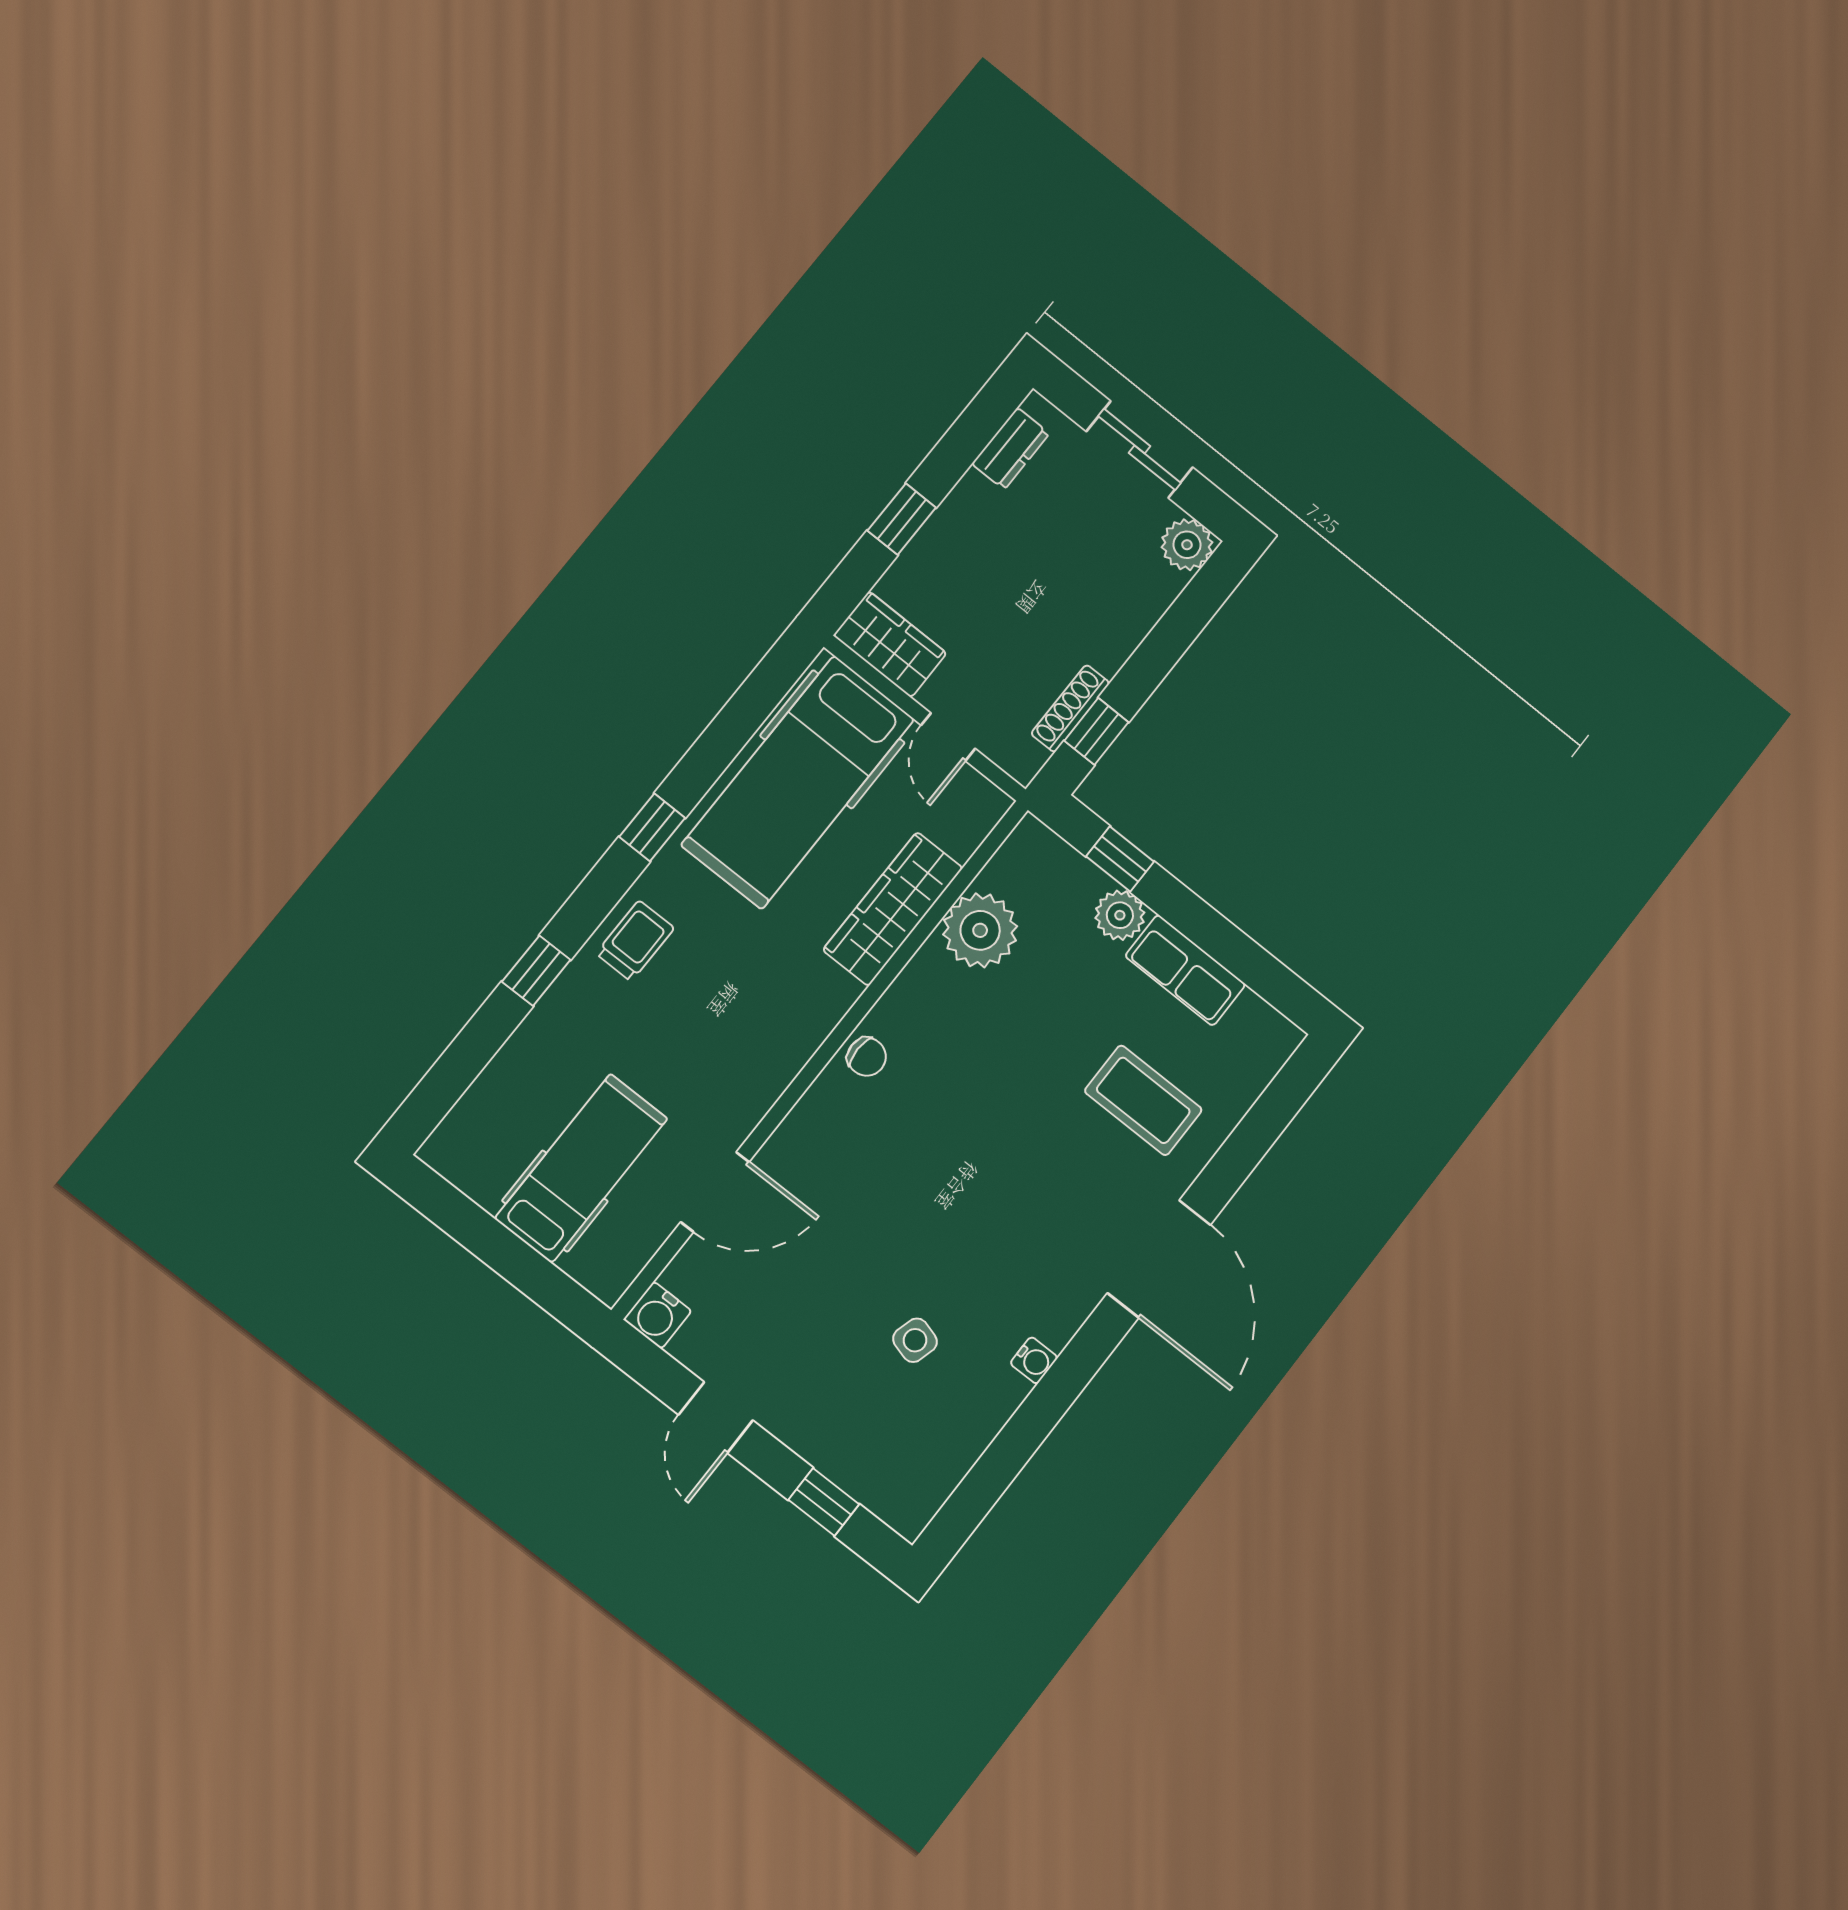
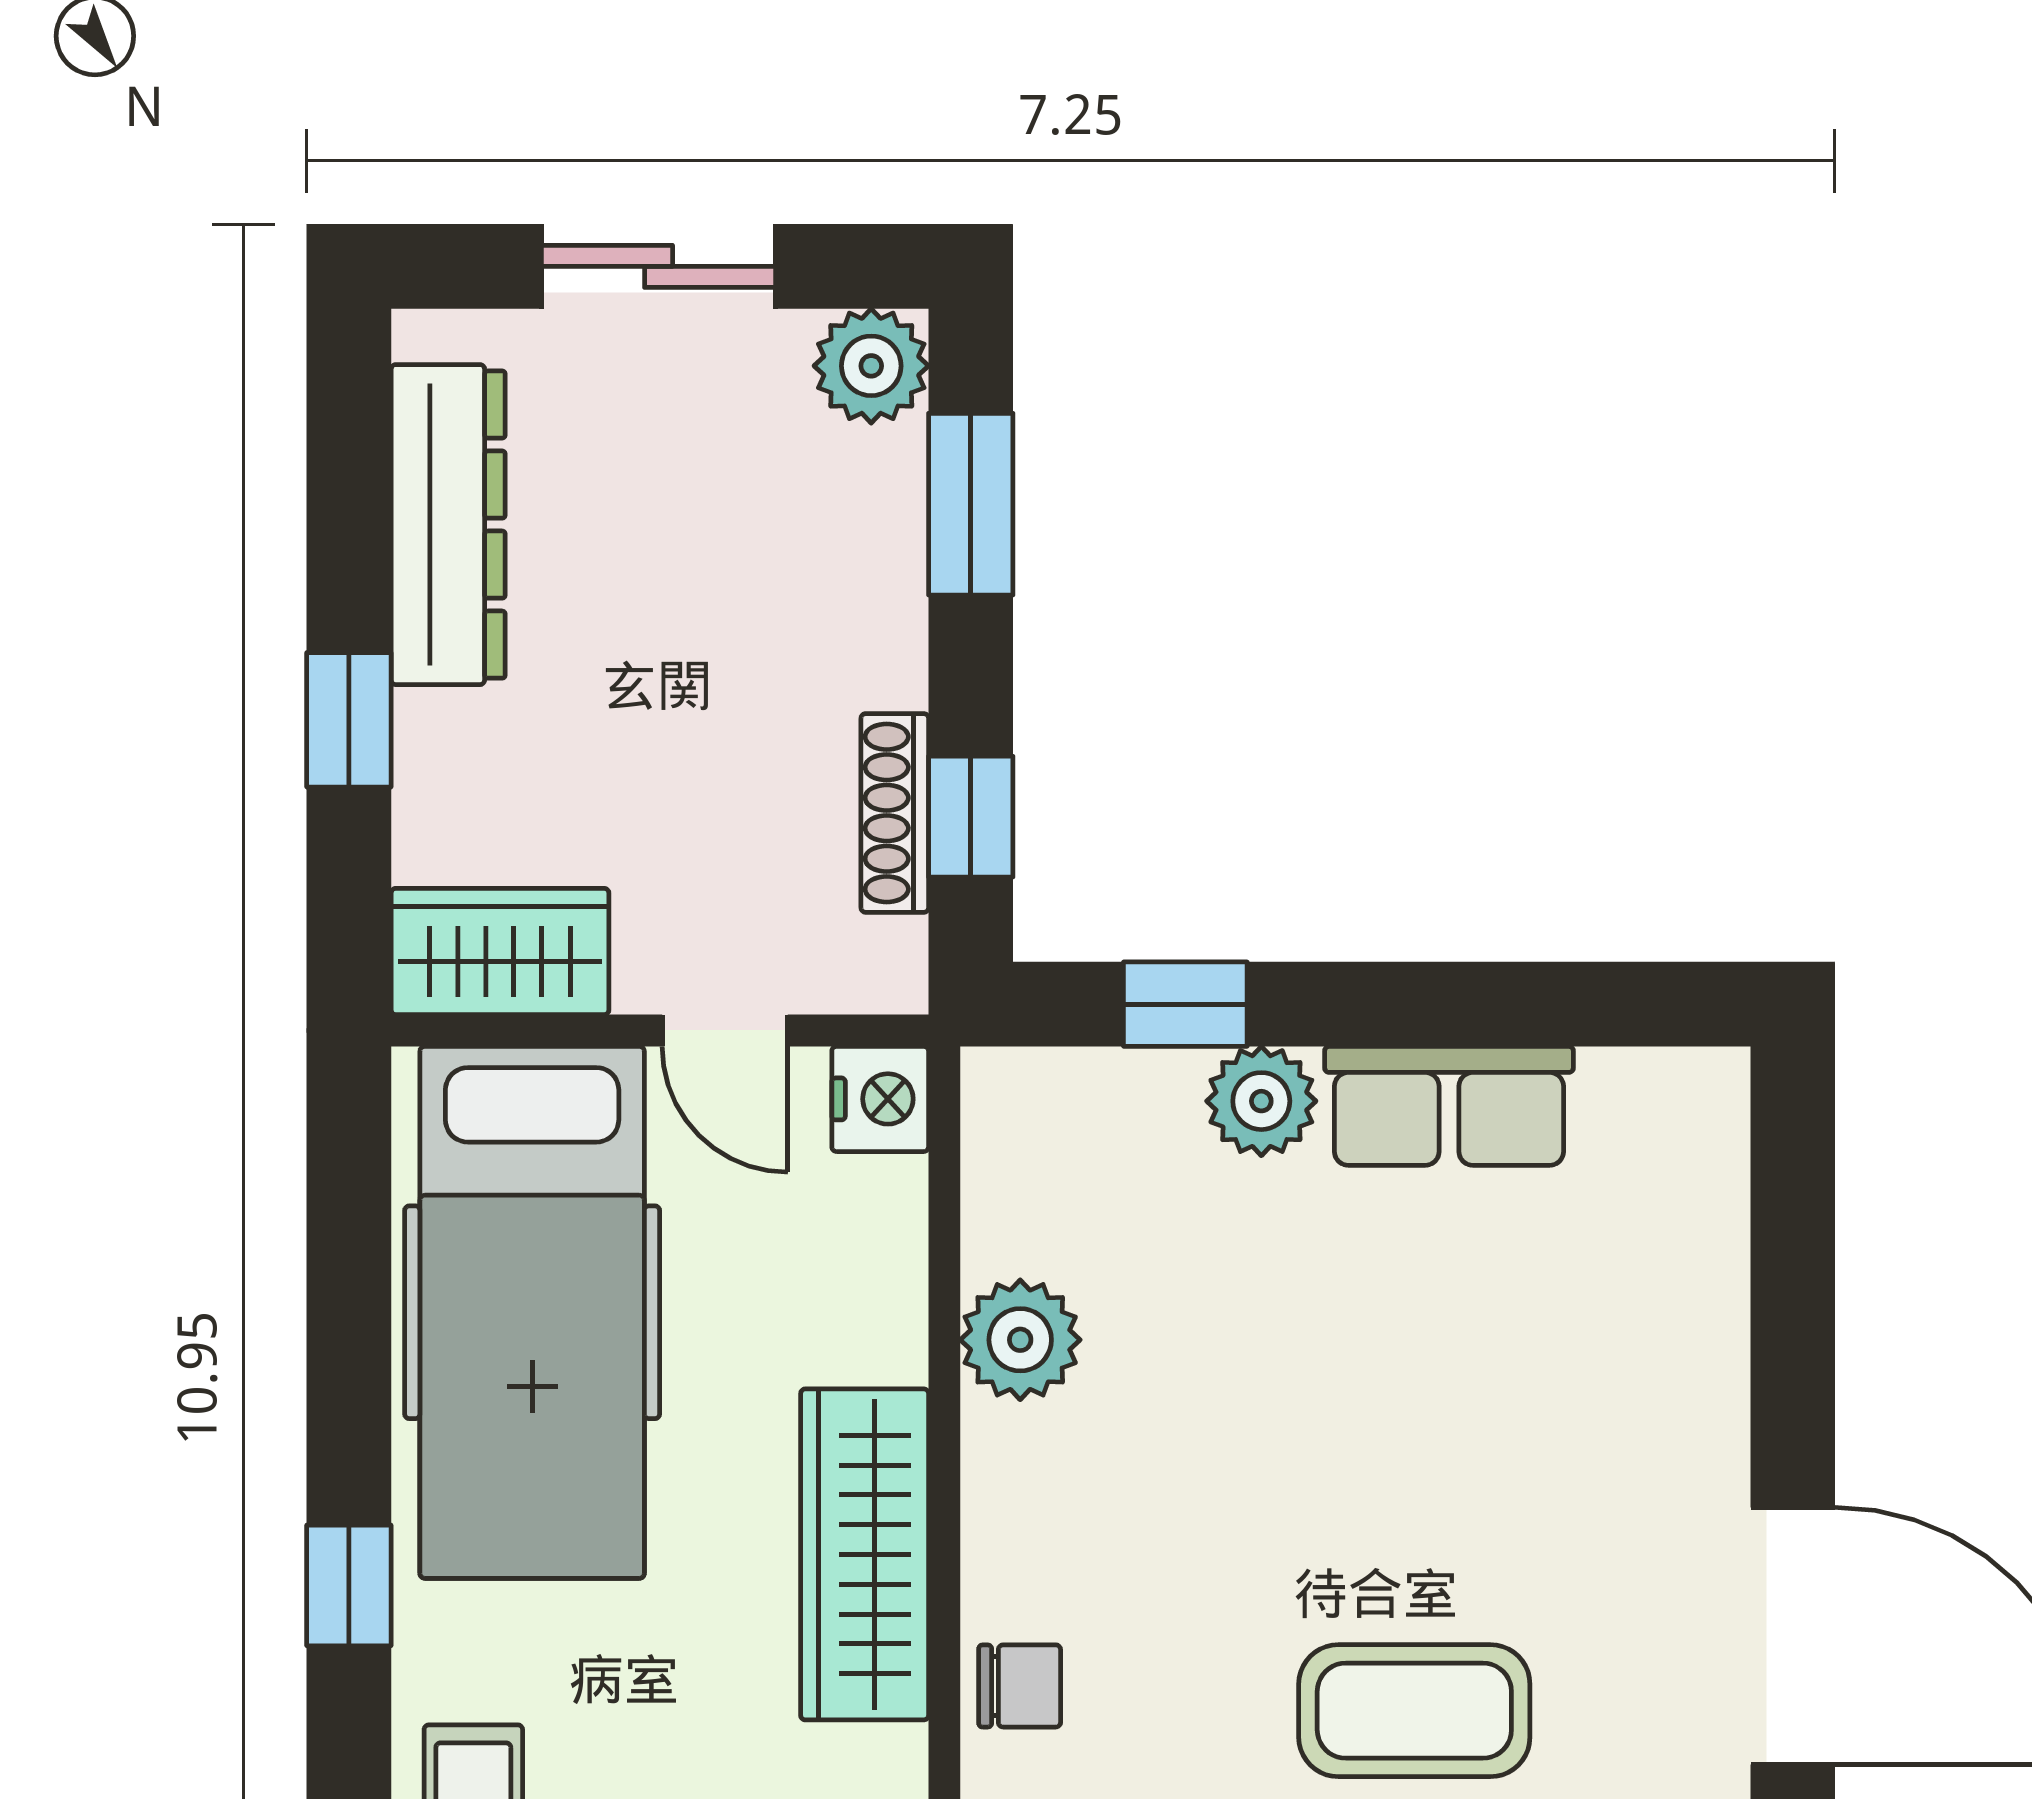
dresser: (1011, 449) -> (448, 525), width x1.96, depth x1.24
window: (1184, 621) -> (971, 504), added
nightstand: (984, 806) -> (880, 1099), added
wardrobe: (893, 909) -> (865, 1554), moved
plant: (980, 930) -> (1020, 1340), width x0.73, depth x0.73
coffee table: (1143, 1100) -> (1414, 1711), moved

